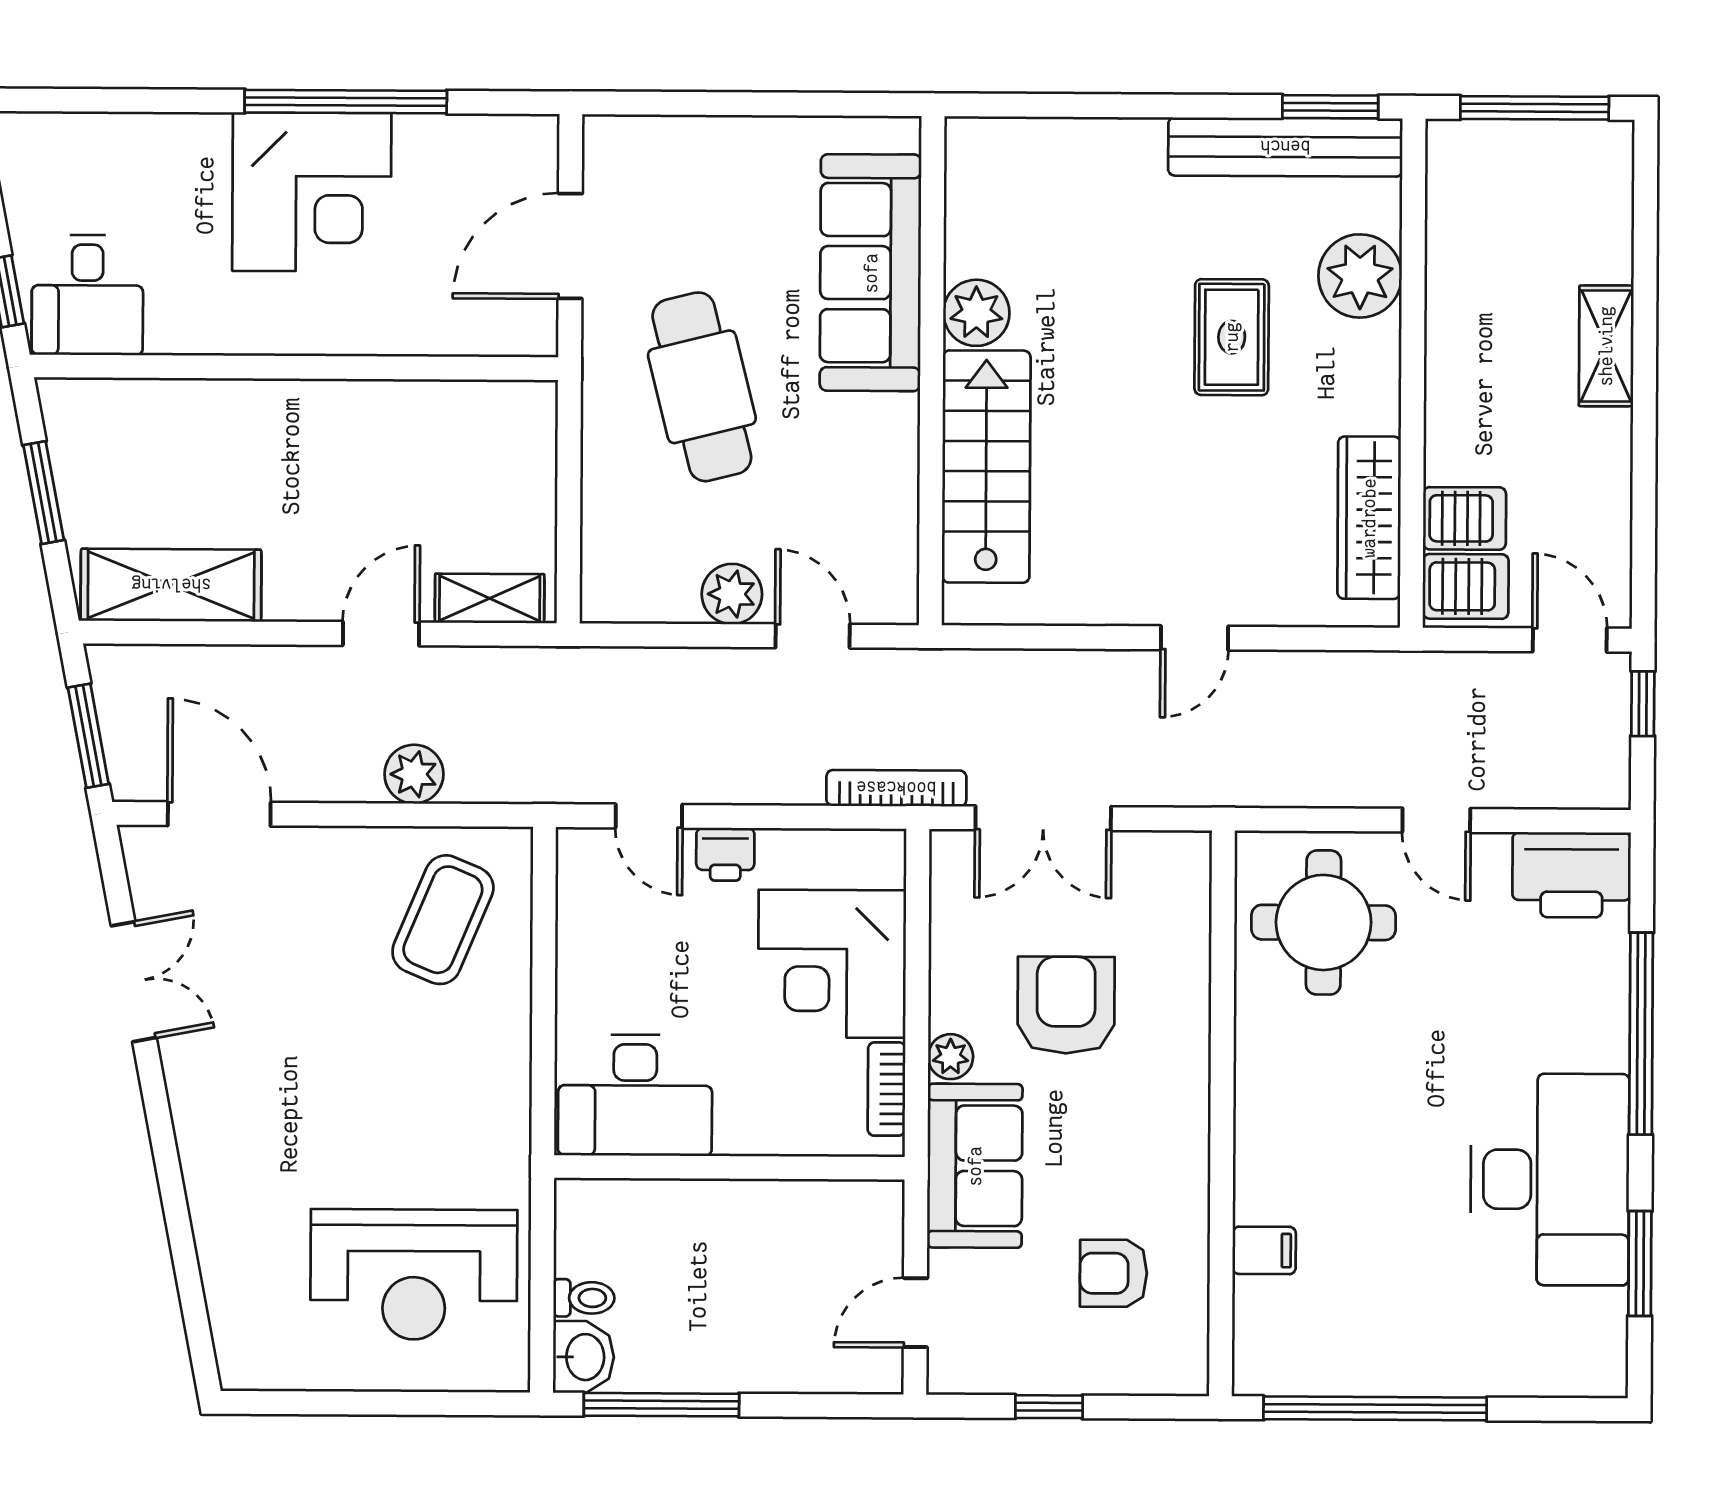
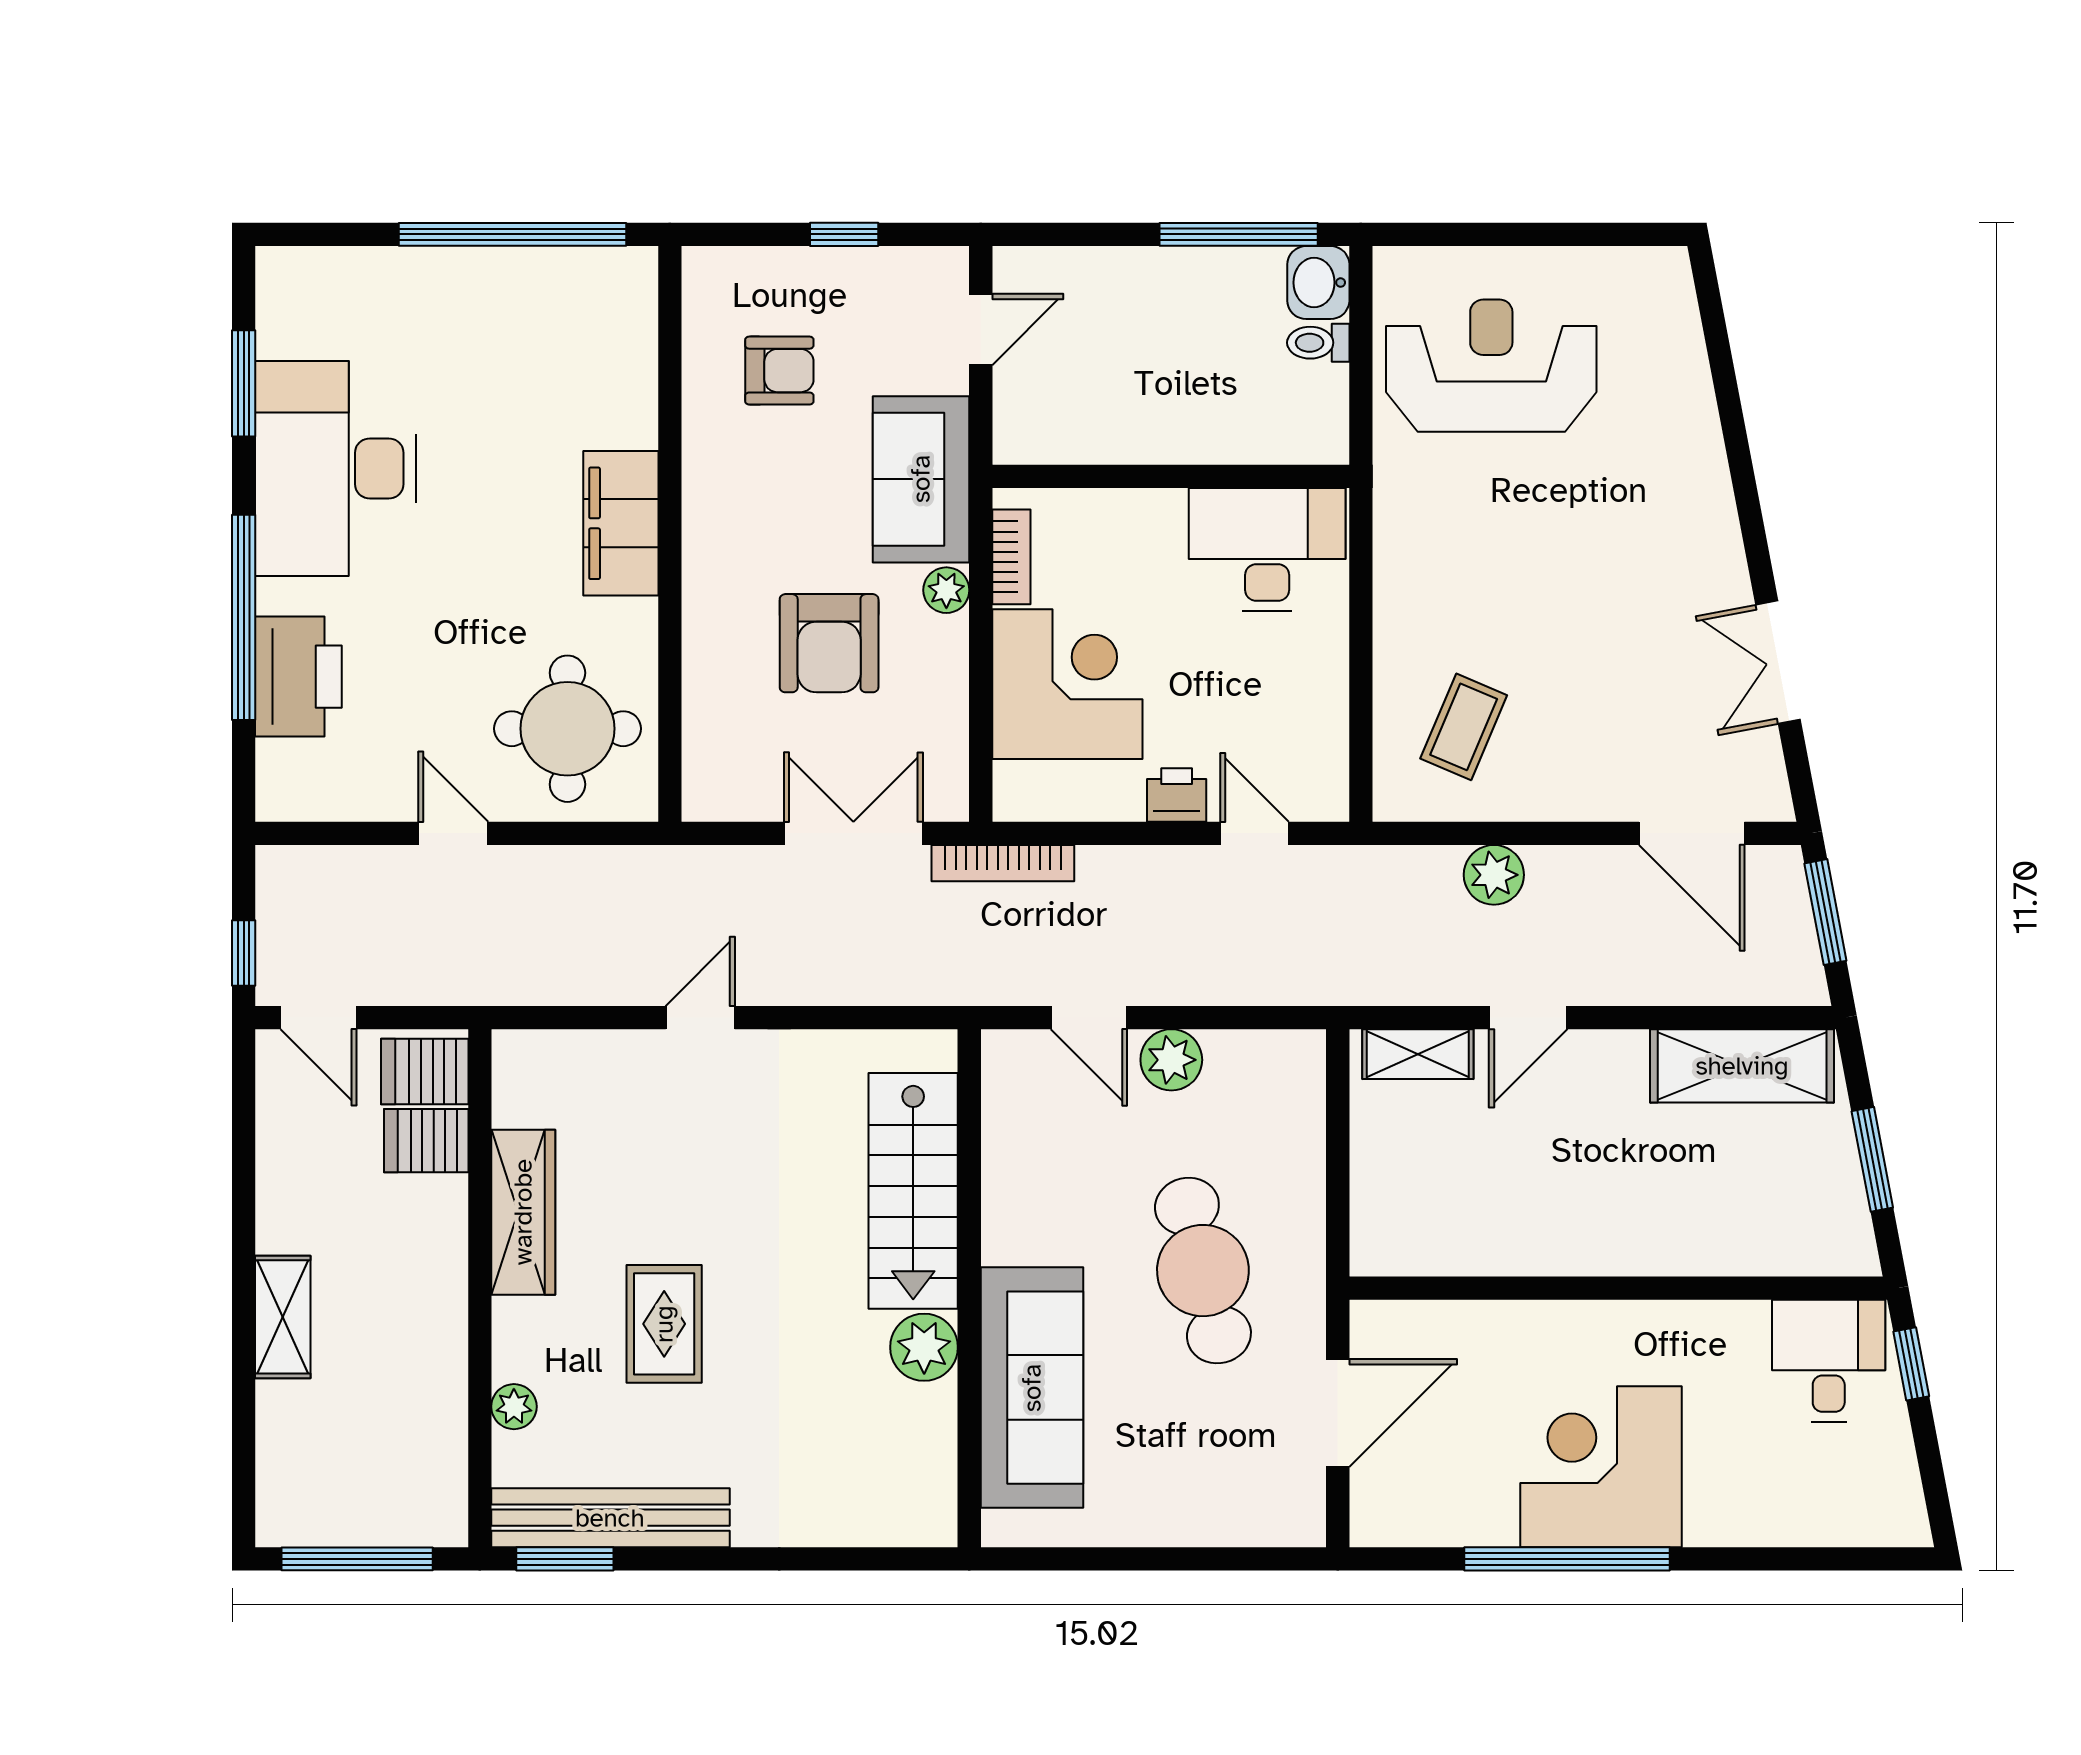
plant: (1360, 276) -> (514, 1407), width x0.53, depth x0.53
wardrobe: (1369, 518) -> (523, 1212), moved
printer: (1571, 875) -> (298, 677), moved, turned 90
coffee table: (443, 920) -> (1464, 727), width x0.73, depth x0.77
filing cabinet: (1264, 1250) -> (621, 523), moved, width x3.00, depth x1.17

